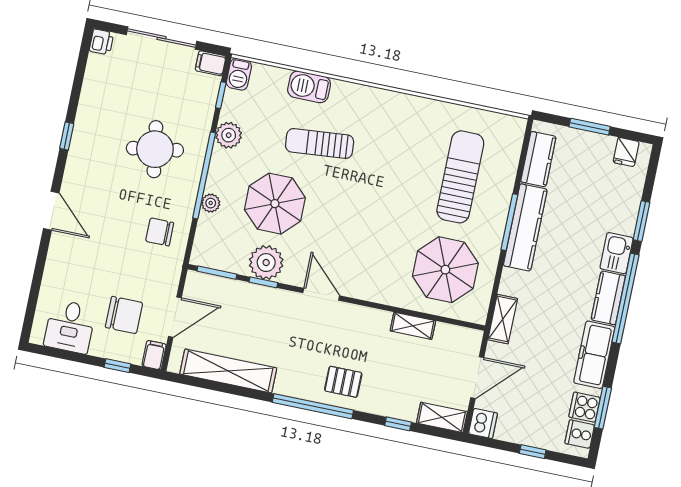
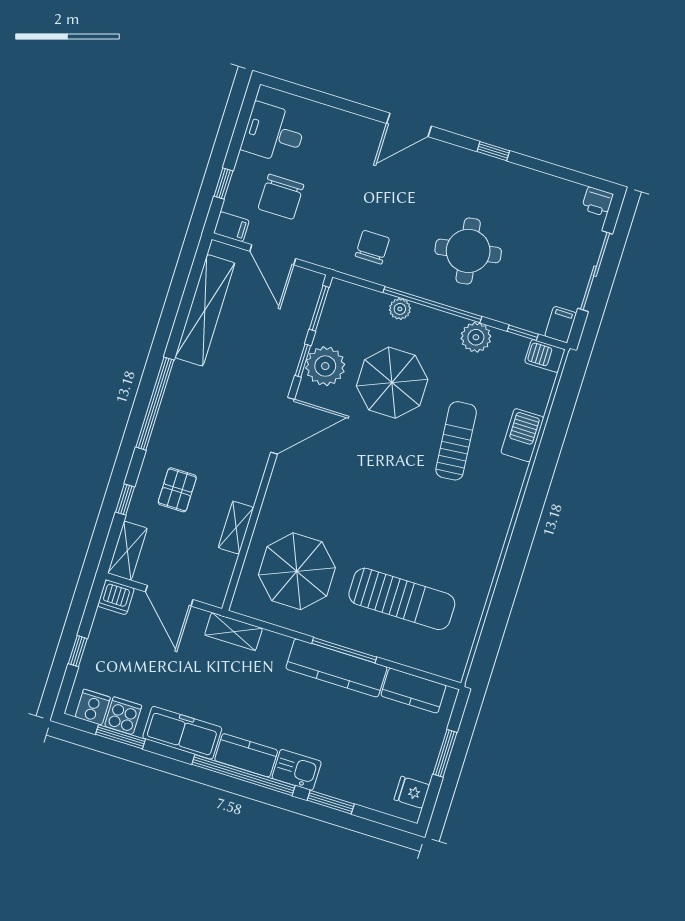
door: (321, 294) -> (283, 426), width x1.36
pallet: (343, 382) -> (177, 490), moved

